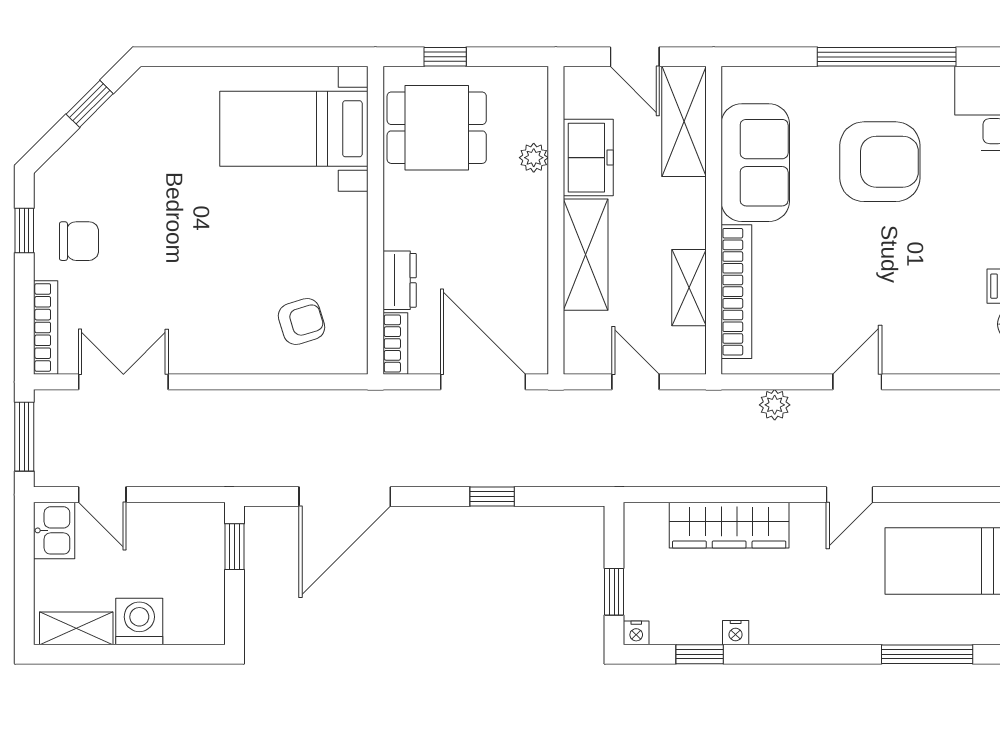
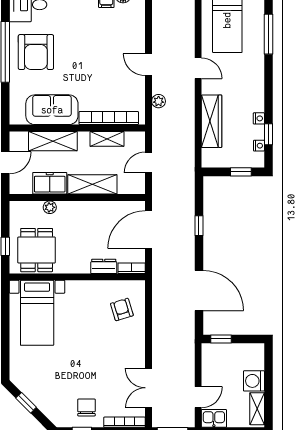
shelving: (684, 121) -> (53, 141), moved
armchair: (880, 162) -> (36, 52), moved, turned 180
nightstand: (636, 633) -> (259, 146), moved

